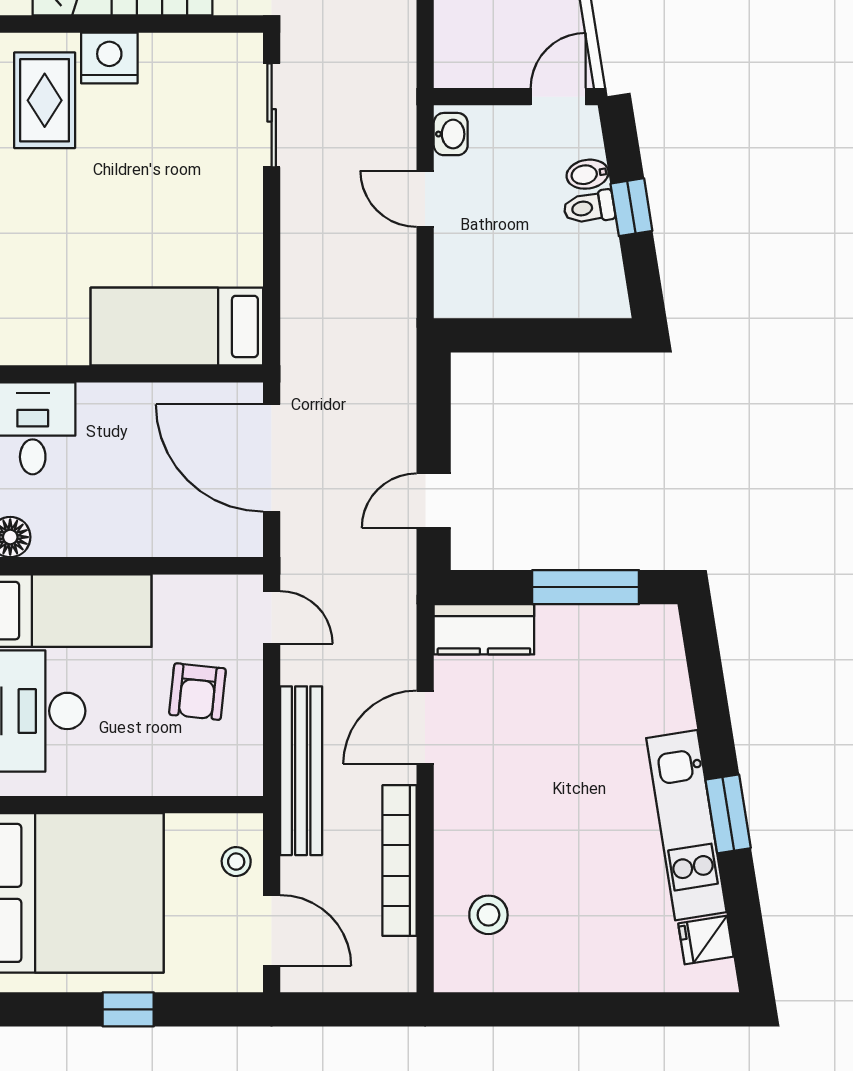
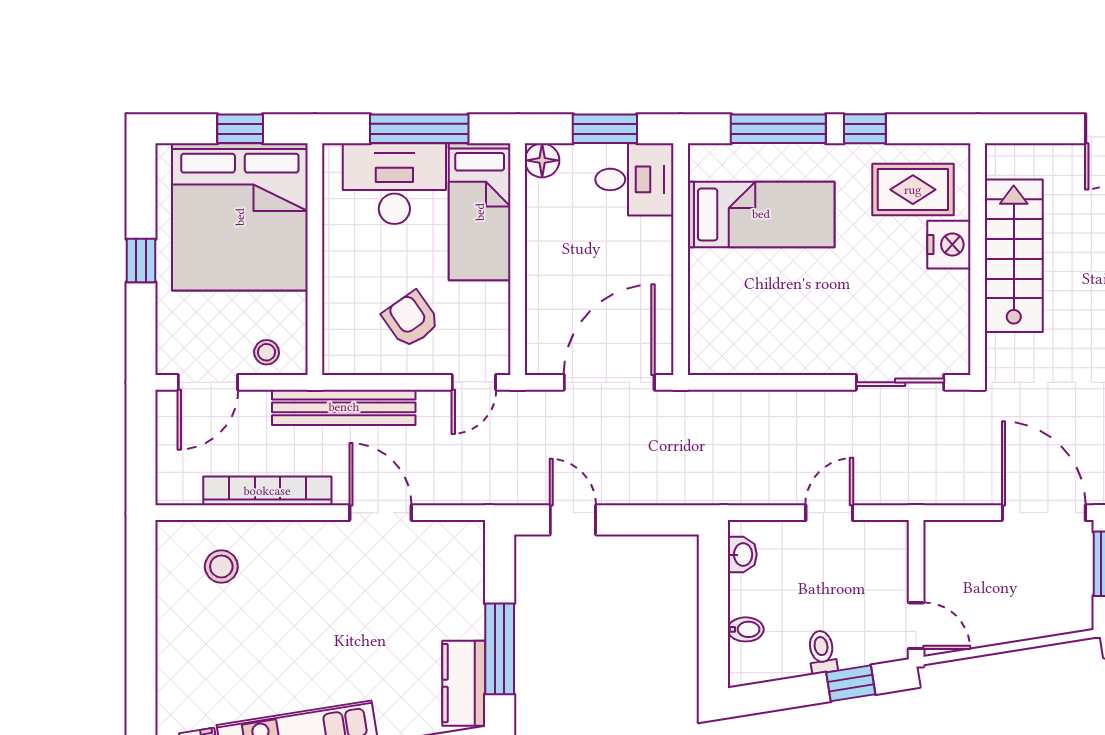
washbasin: (451, 134) -> (742, 555), moved, turned -90
bidet: (588, 174) -> (746, 629), moved, turned 99
window: (631, 207) -> (851, 683), moved
bed: (177, 326) -> (761, 214), moved, turned 90
kitchen counter: (484, 629) -> (464, 683), moved
armchair: (197, 692) -> (411, 319), turned 49

